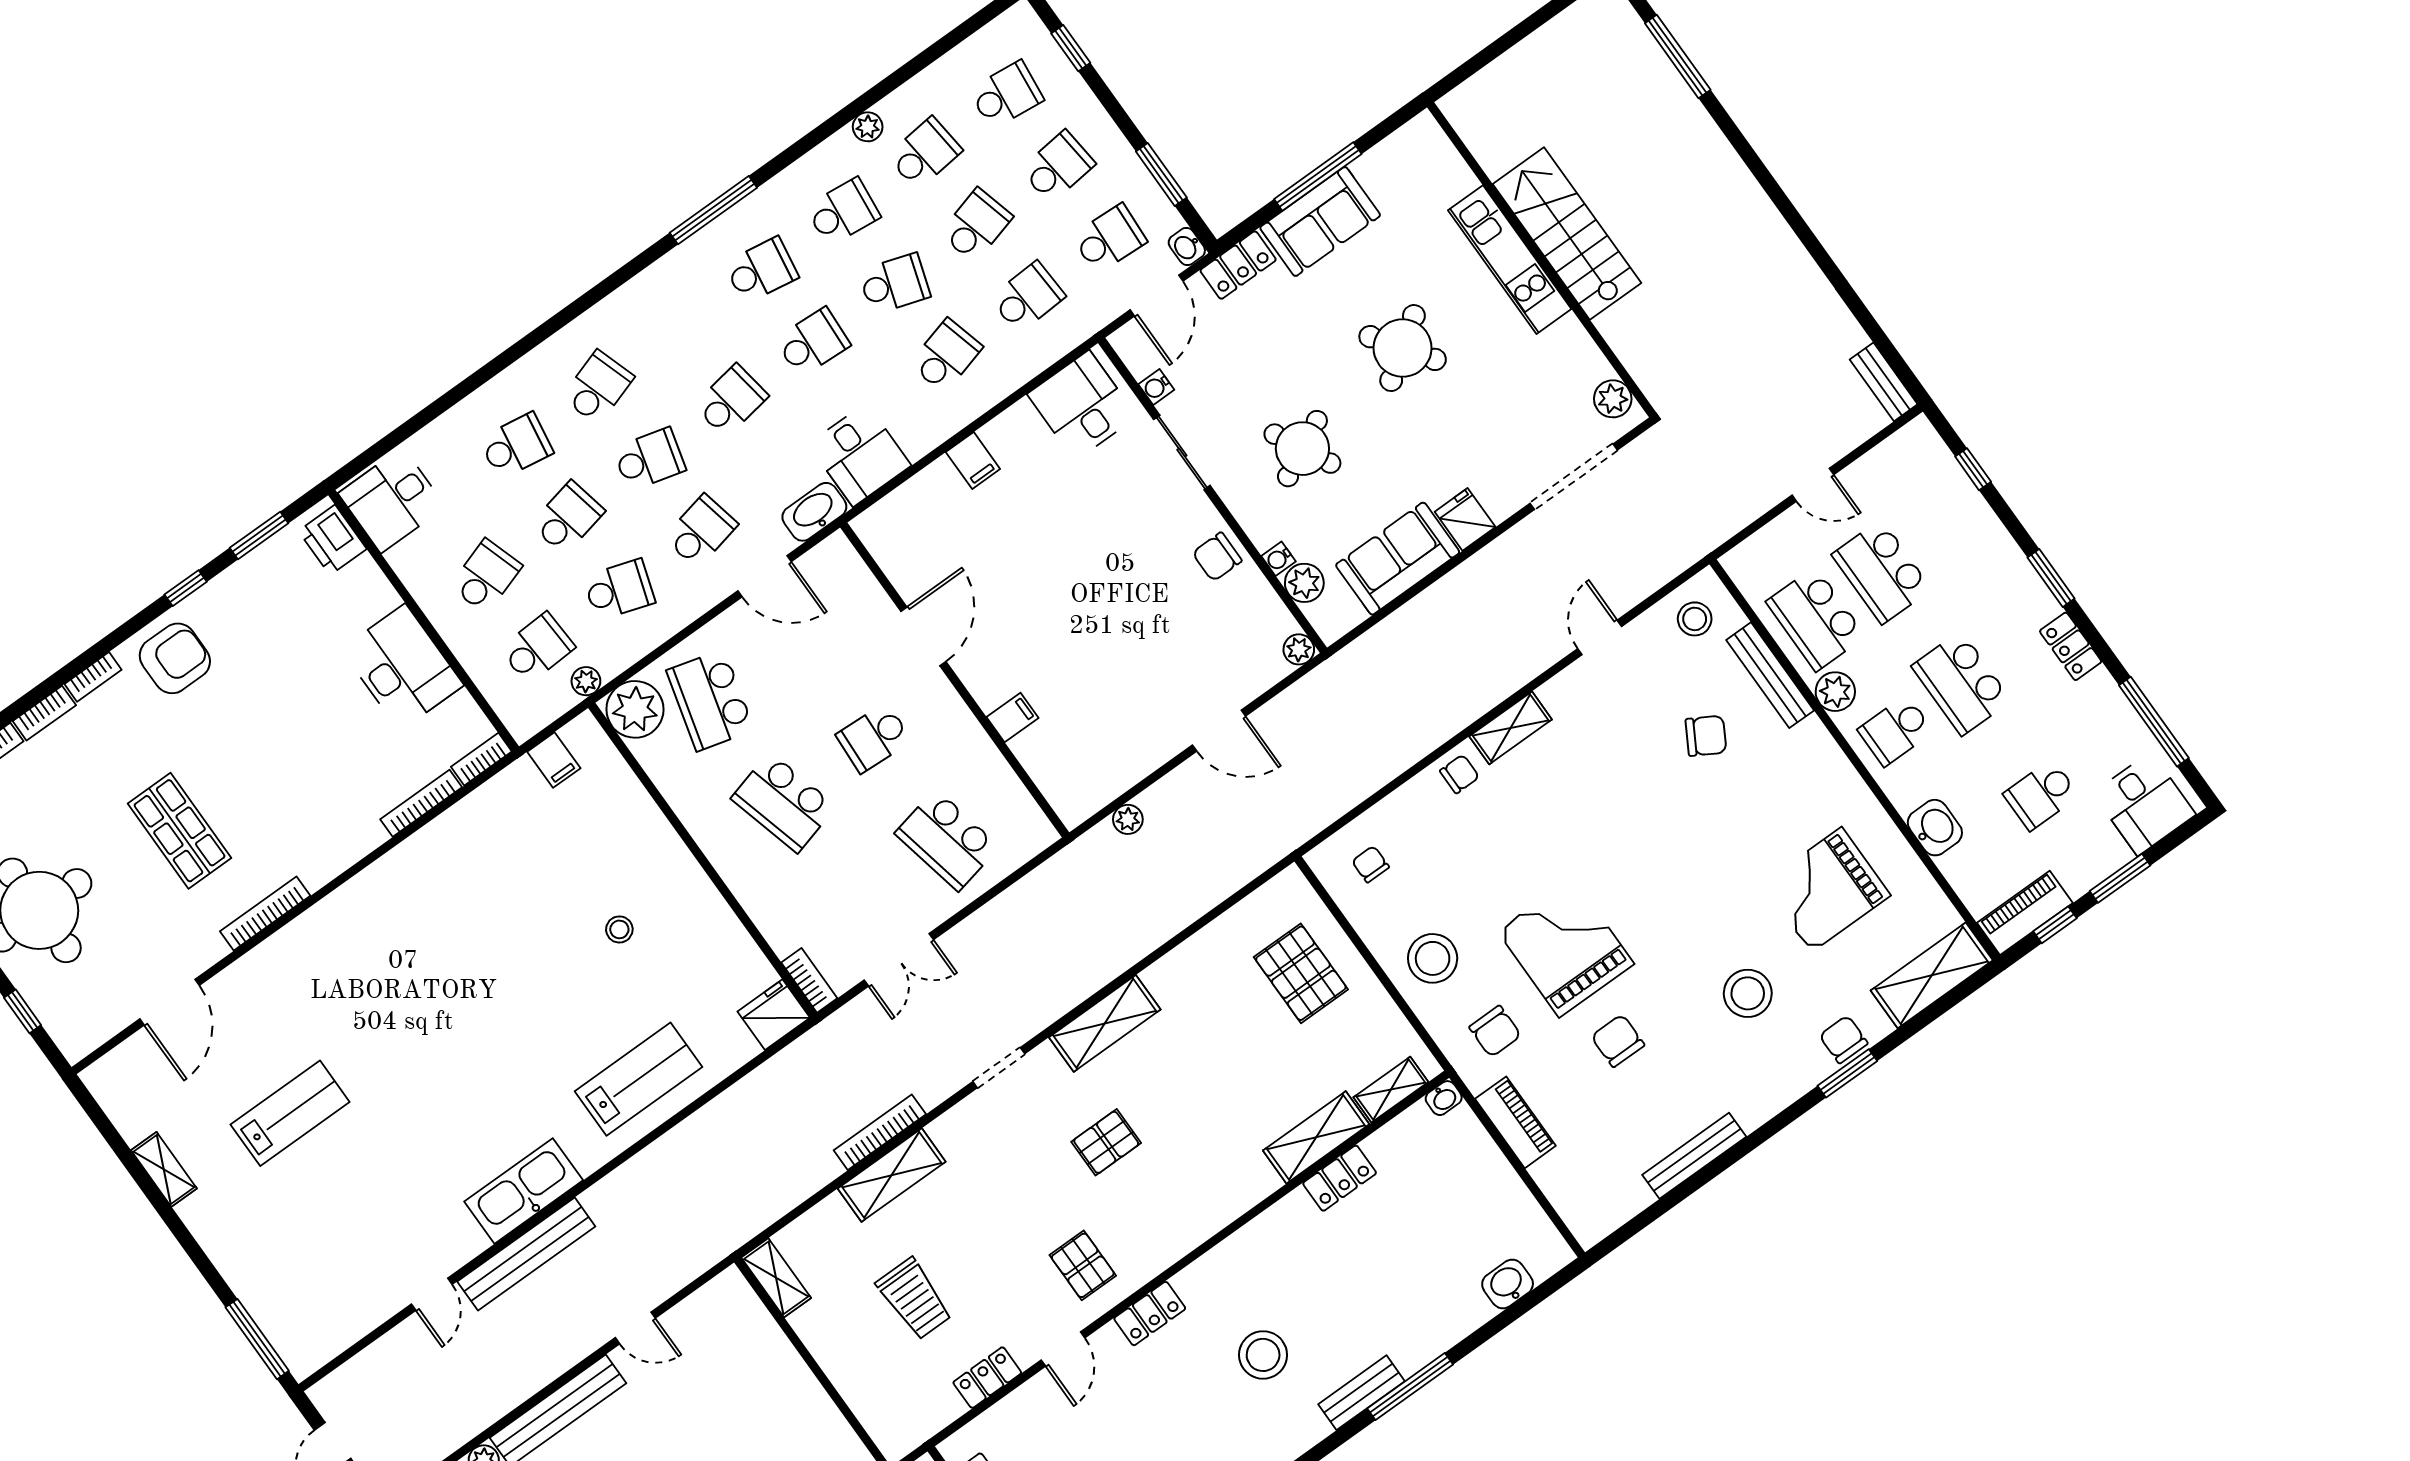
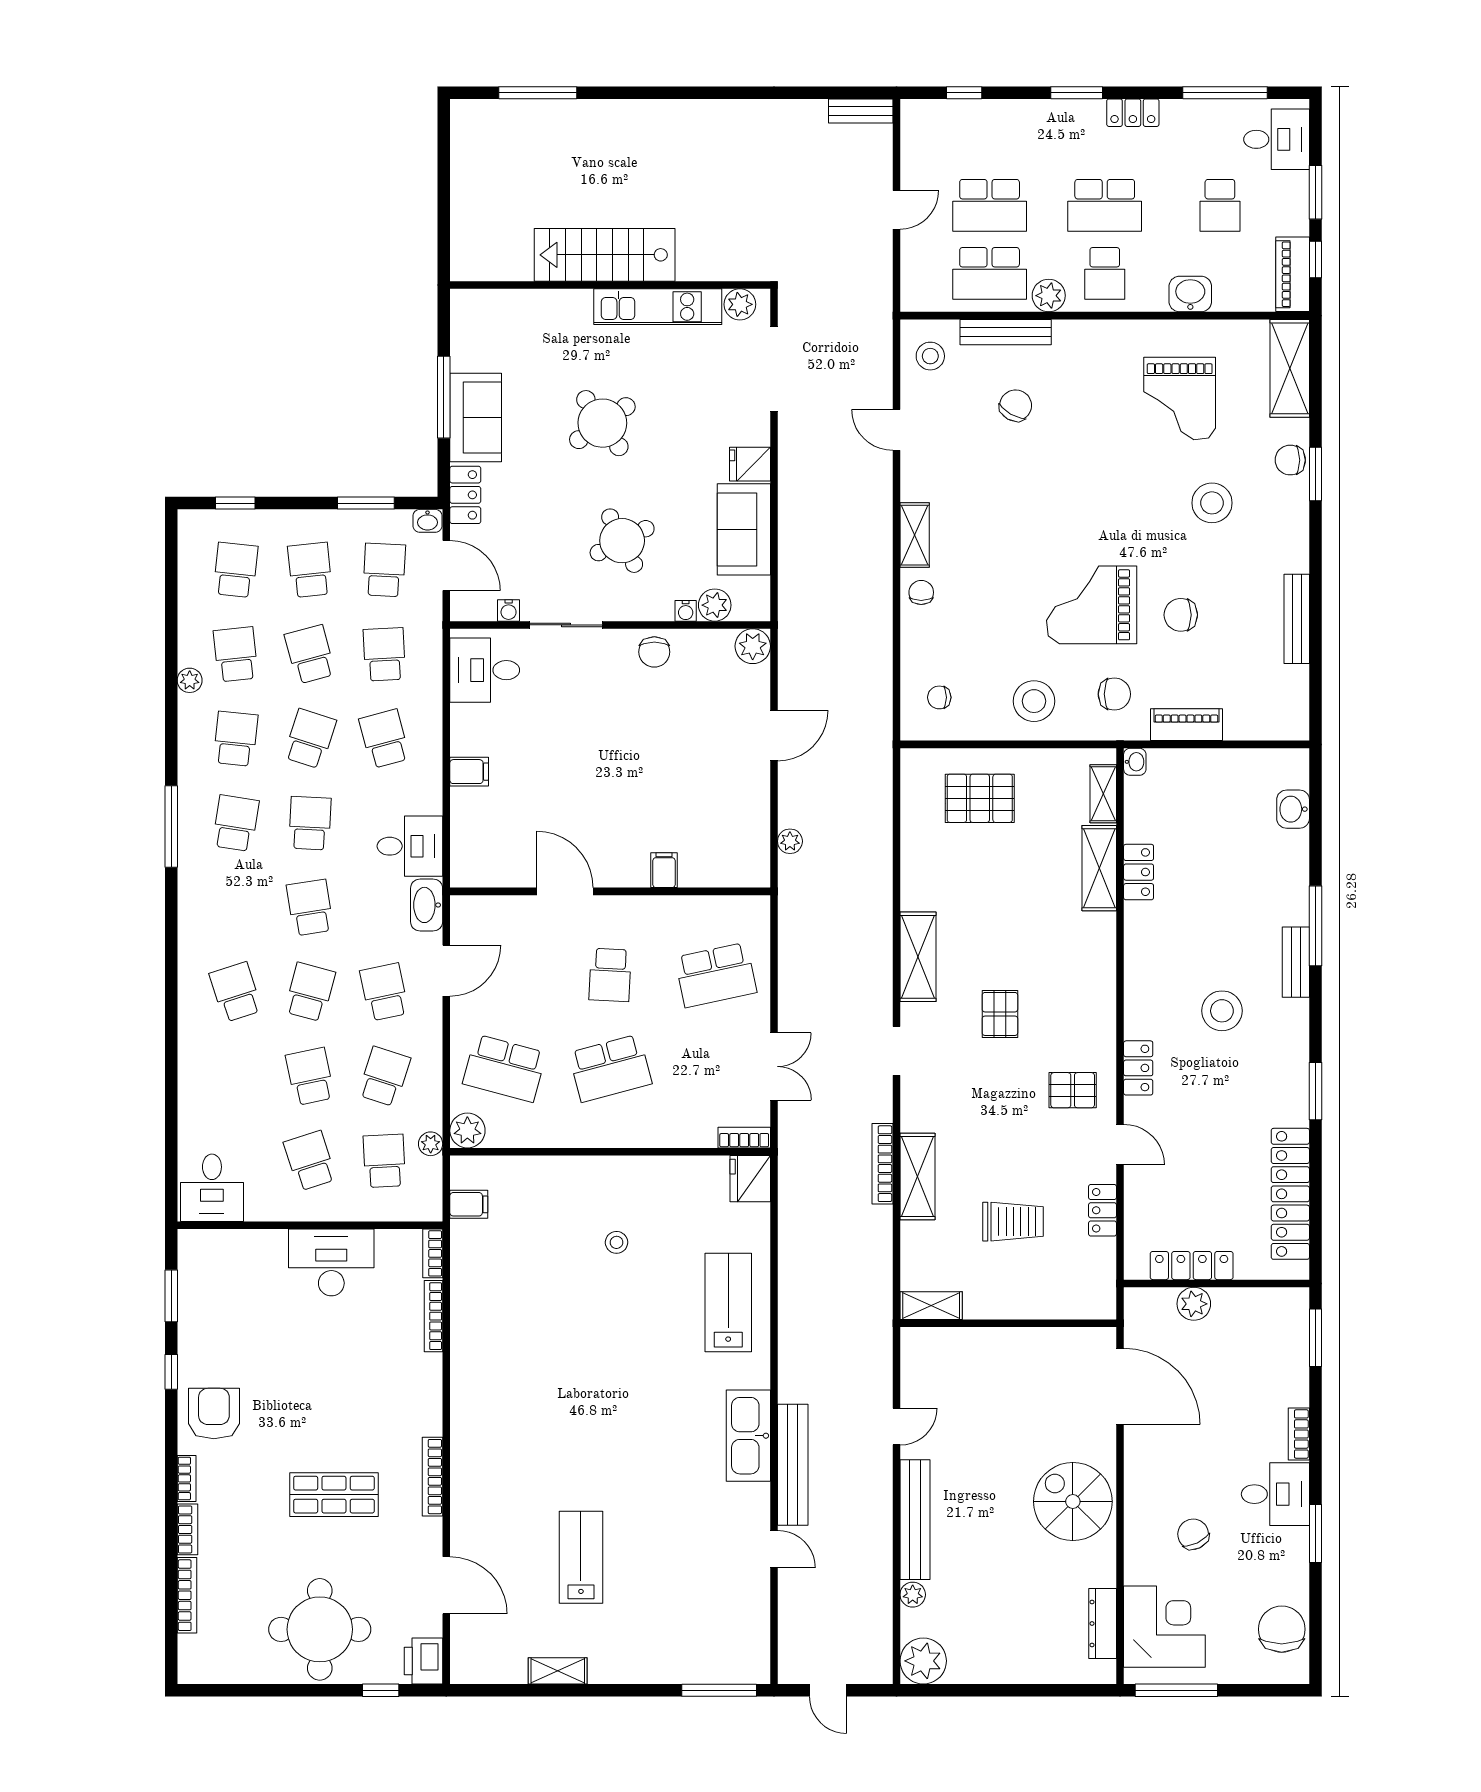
kitchen unit: (1510, 260) -> (658, 307), moved
school desk: (516, 446) -> (236, 1076), removed
printer: (332, 540) -> (424, 1661), moved, turned 90
plant: (1299, 649) -> (753, 646), width x1.38, depth x1.38
plant: (635, 709) -> (467, 1131), width x0.73, depth x0.73

